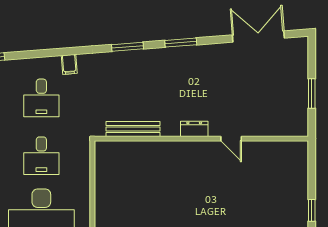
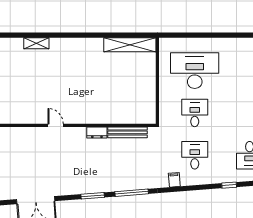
window: (127, 47) -> (132, 193), width x1.44
dresser: (194, 129) -> (97, 133), moved

